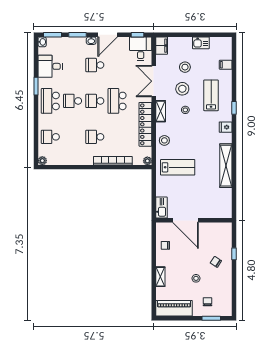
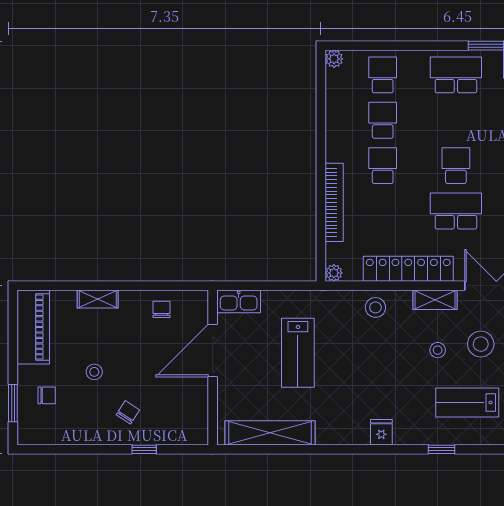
lab bench: (211, 95) -> (467, 402), turned 180
school desk: (73, 101) -> (383, 120), moved
fridge: (226, 127) -> (381, 432), moved
shelving: (226, 166) -> (270, 433), moved
lab bench: (178, 167) -> (298, 353), moved

